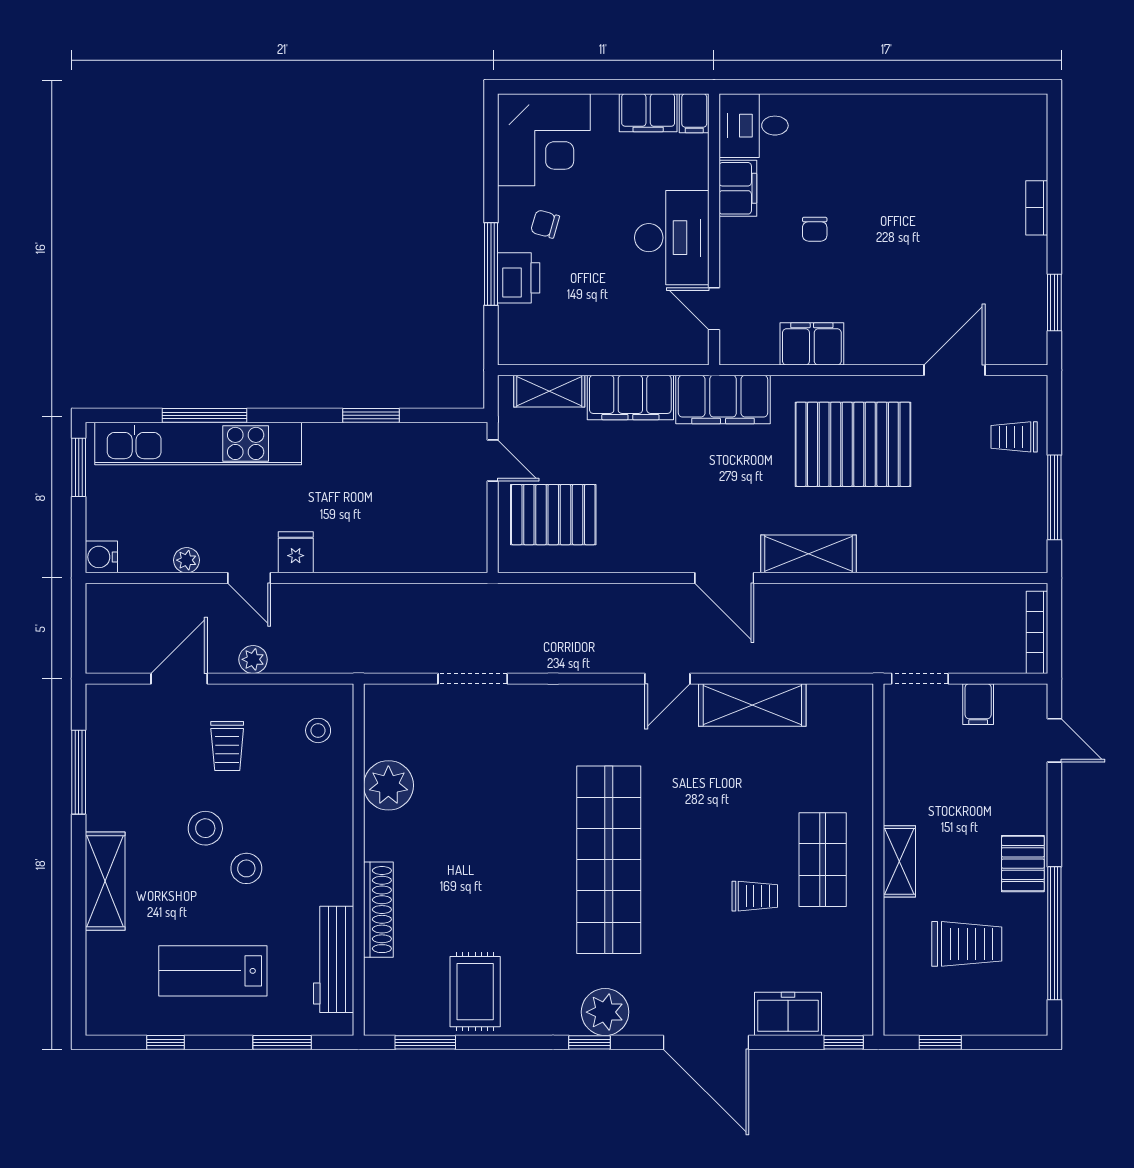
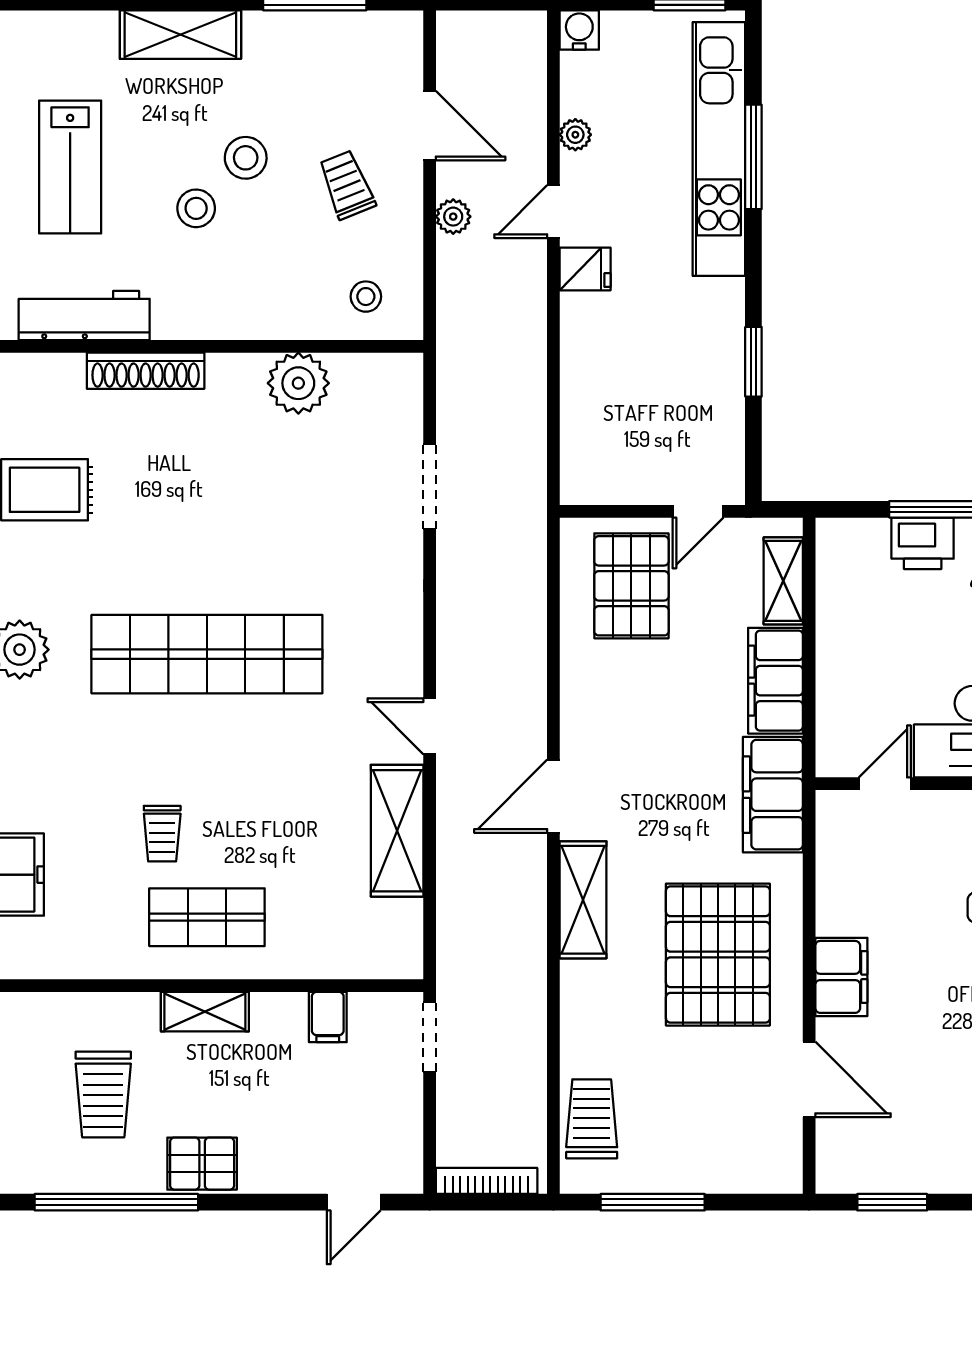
filing cabinet: (812, 344) -> (841, 977), moved
trolley: (1014, 437) -> (592, 1119), moved, width x1.36, depth x1.39
filing cabinet: (978, 704) -> (328, 1017), moved, turned -90
trolley: (227, 746) -> (347, 185), turned 68
lab bench: (213, 971) -> (70, 167), turned 180

